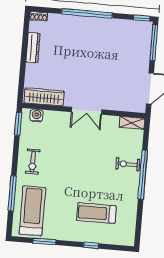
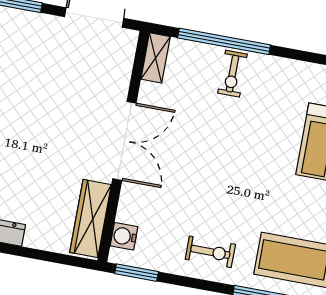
double door: (87, 111) -> (124, 141), width x1.37
window: (143, 174) -> (224, 41), moved

